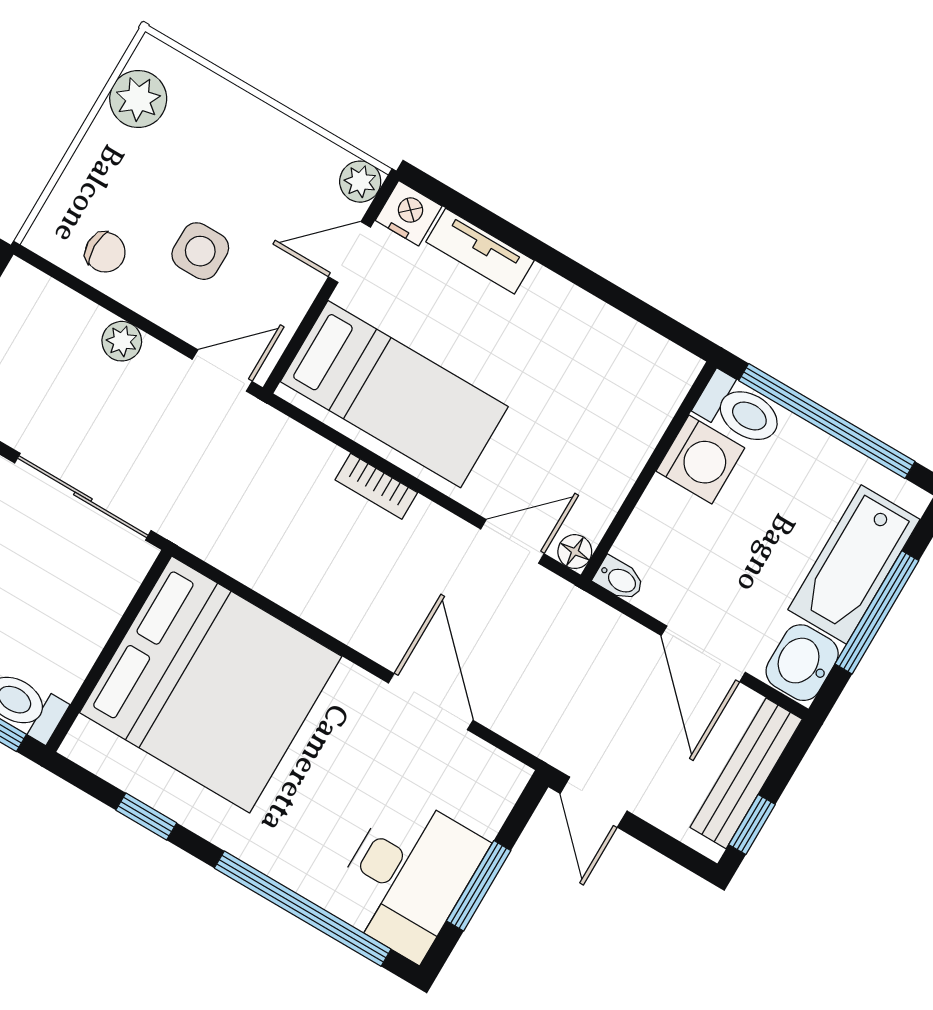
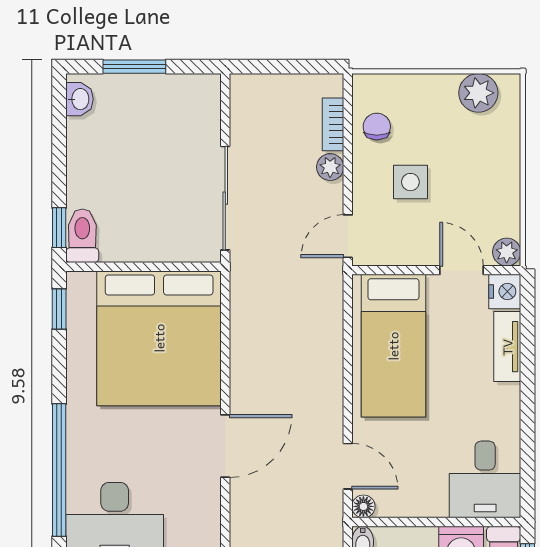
chair: (105, 252) -> (377, 127), turned 180
door: (222, 370) -> (348, 236), swing flipped
desk: (631, 378) -> (485, 479), added
bookcase: (376, 486) -> (333, 124), moved
door: (431, 702) -> (225, 446), moved
window: (146, 817) -> (59, 309), moved

